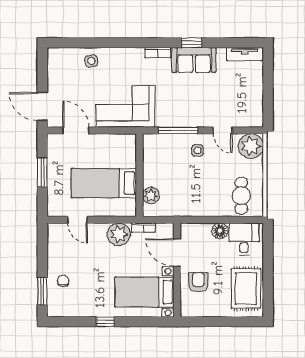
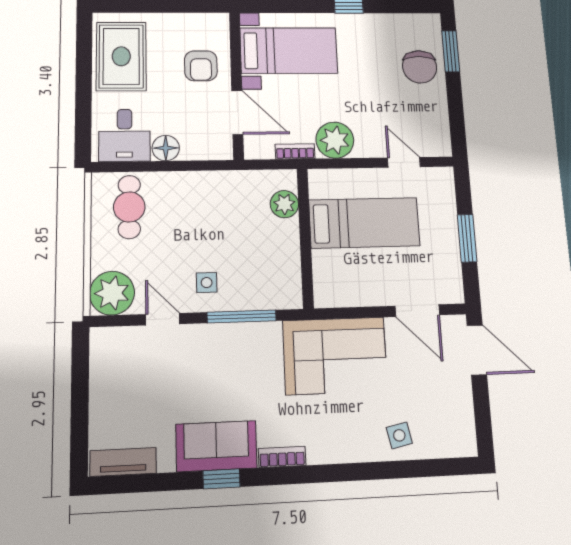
chair: (63, 281) -> (420, 67), width x1.87, depth x1.87

